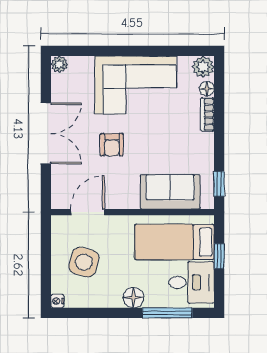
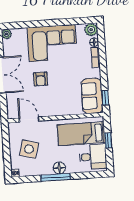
sofa: (170, 192) -> (92, 96), moved, turned -90
door: (88, 212) -> (29, 120), hinge flipped
window: (167, 313) -> (56, 177), moved

